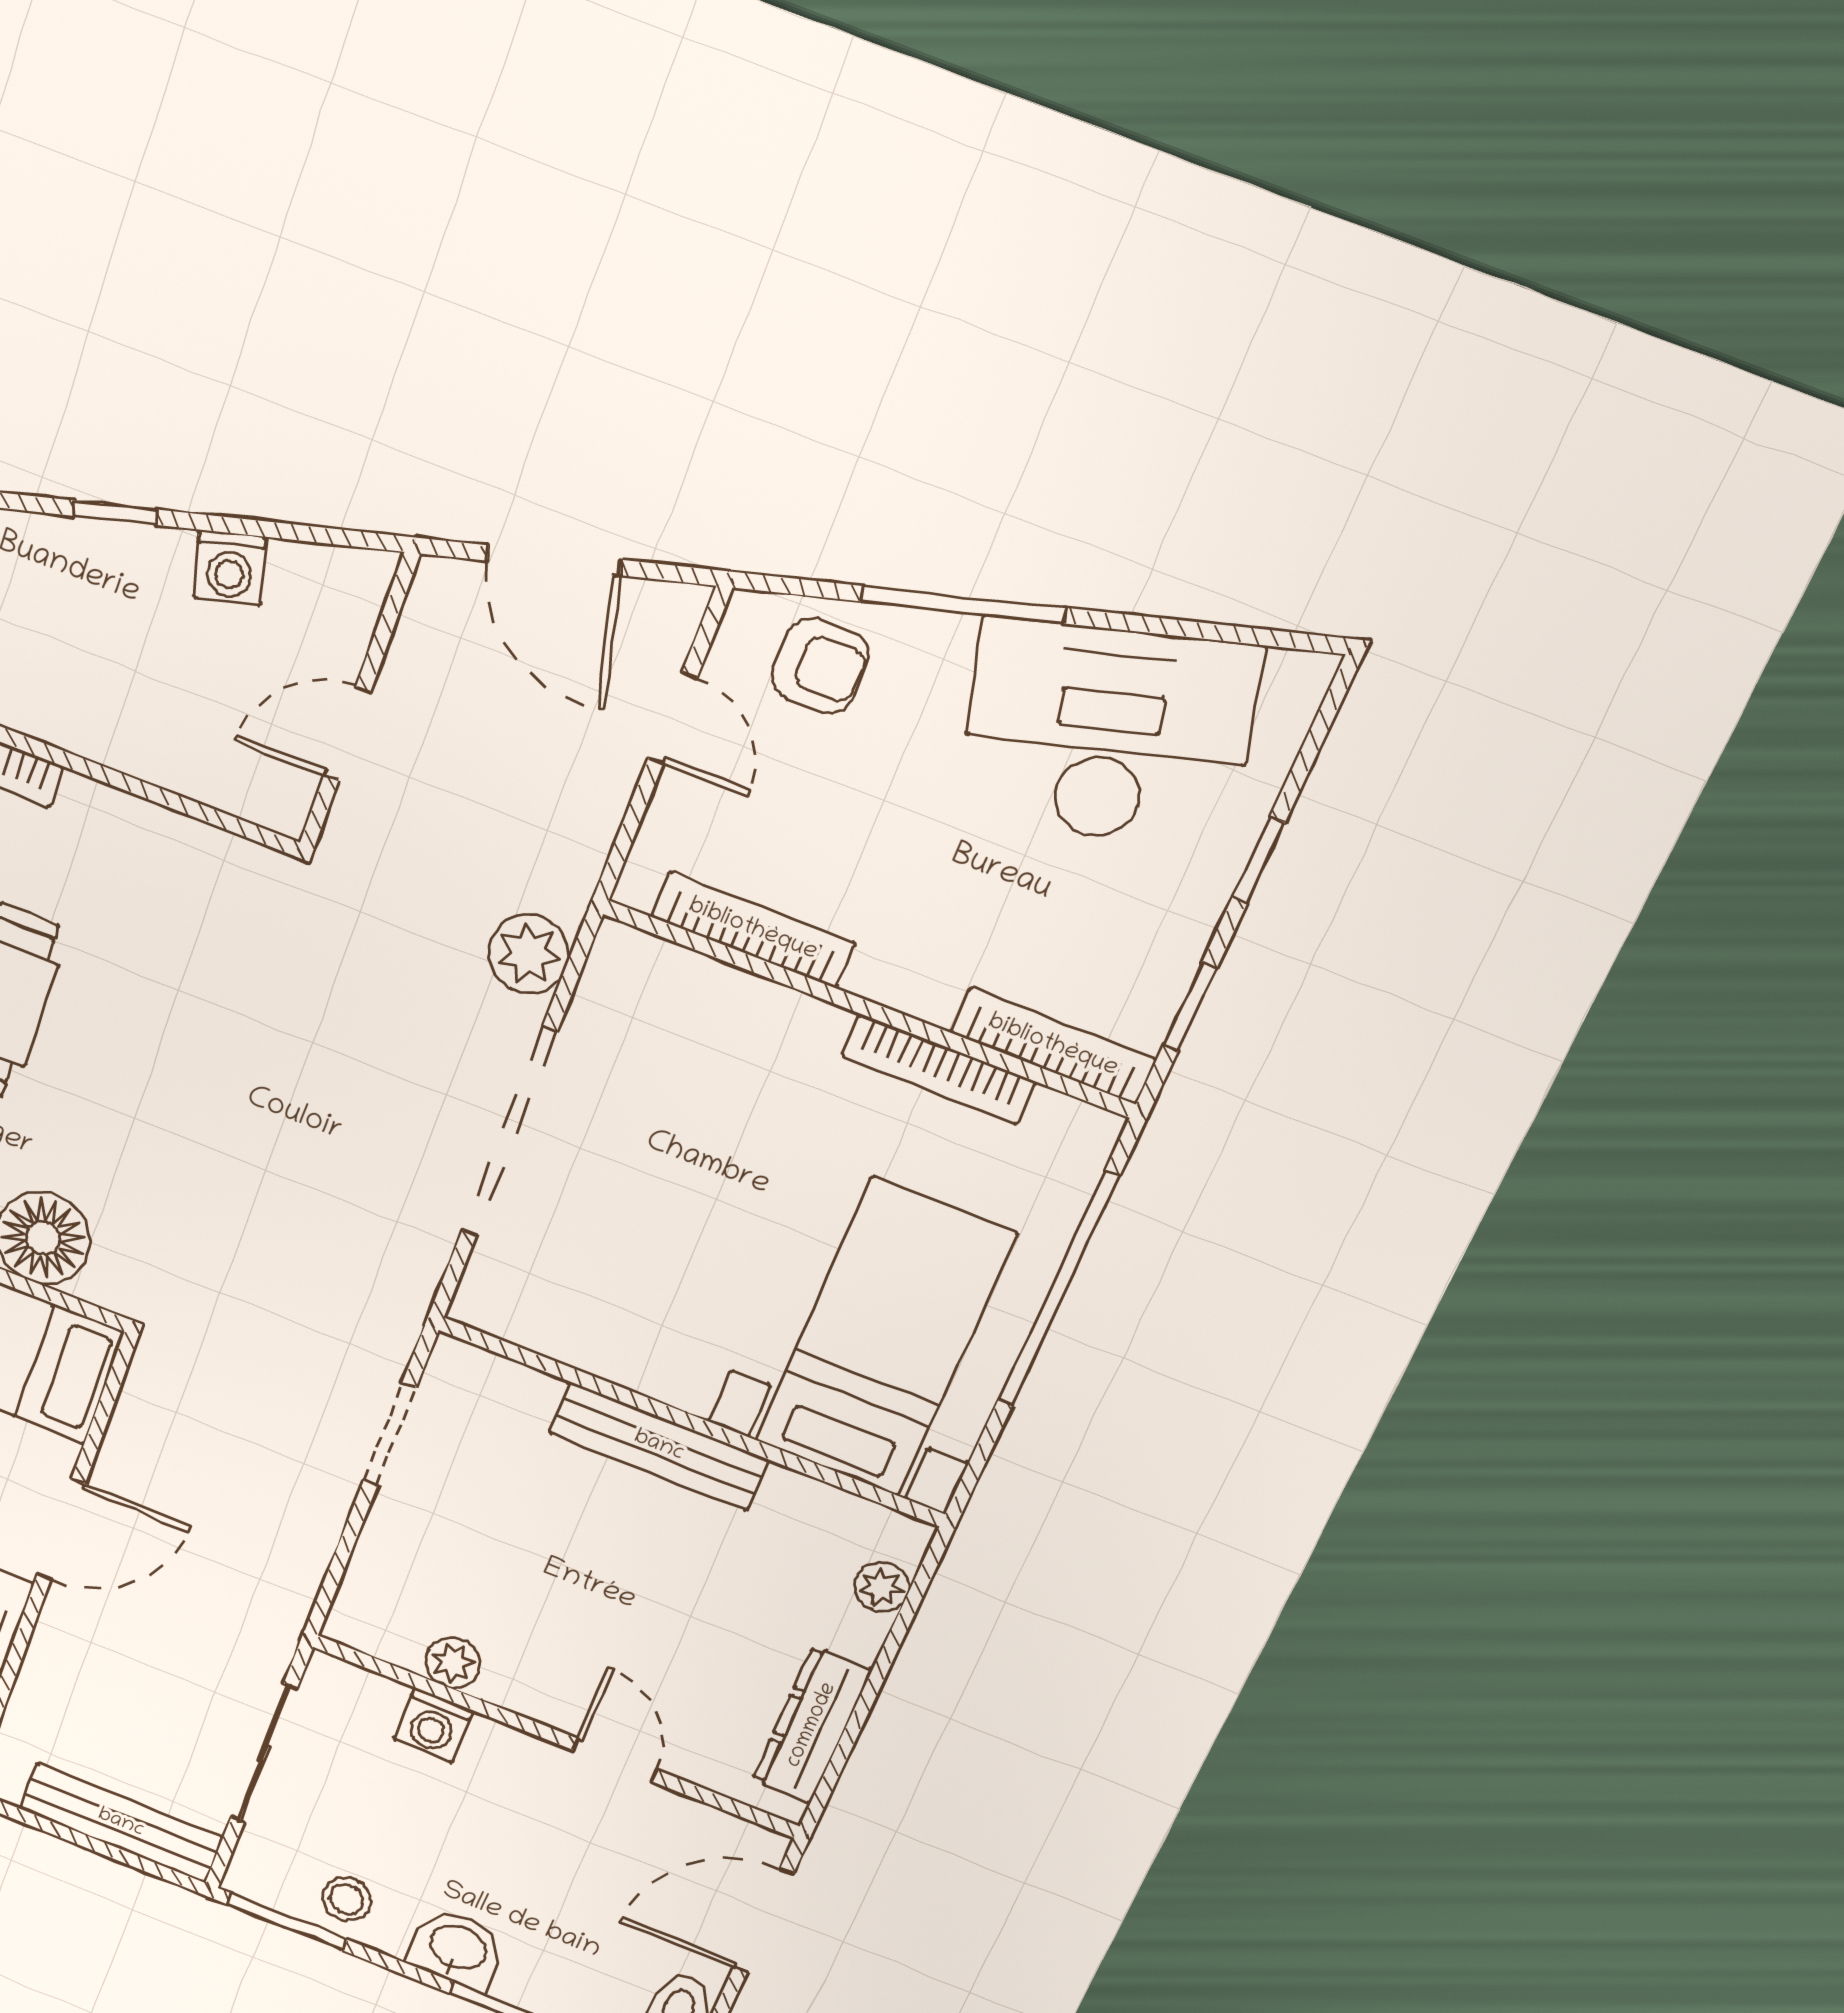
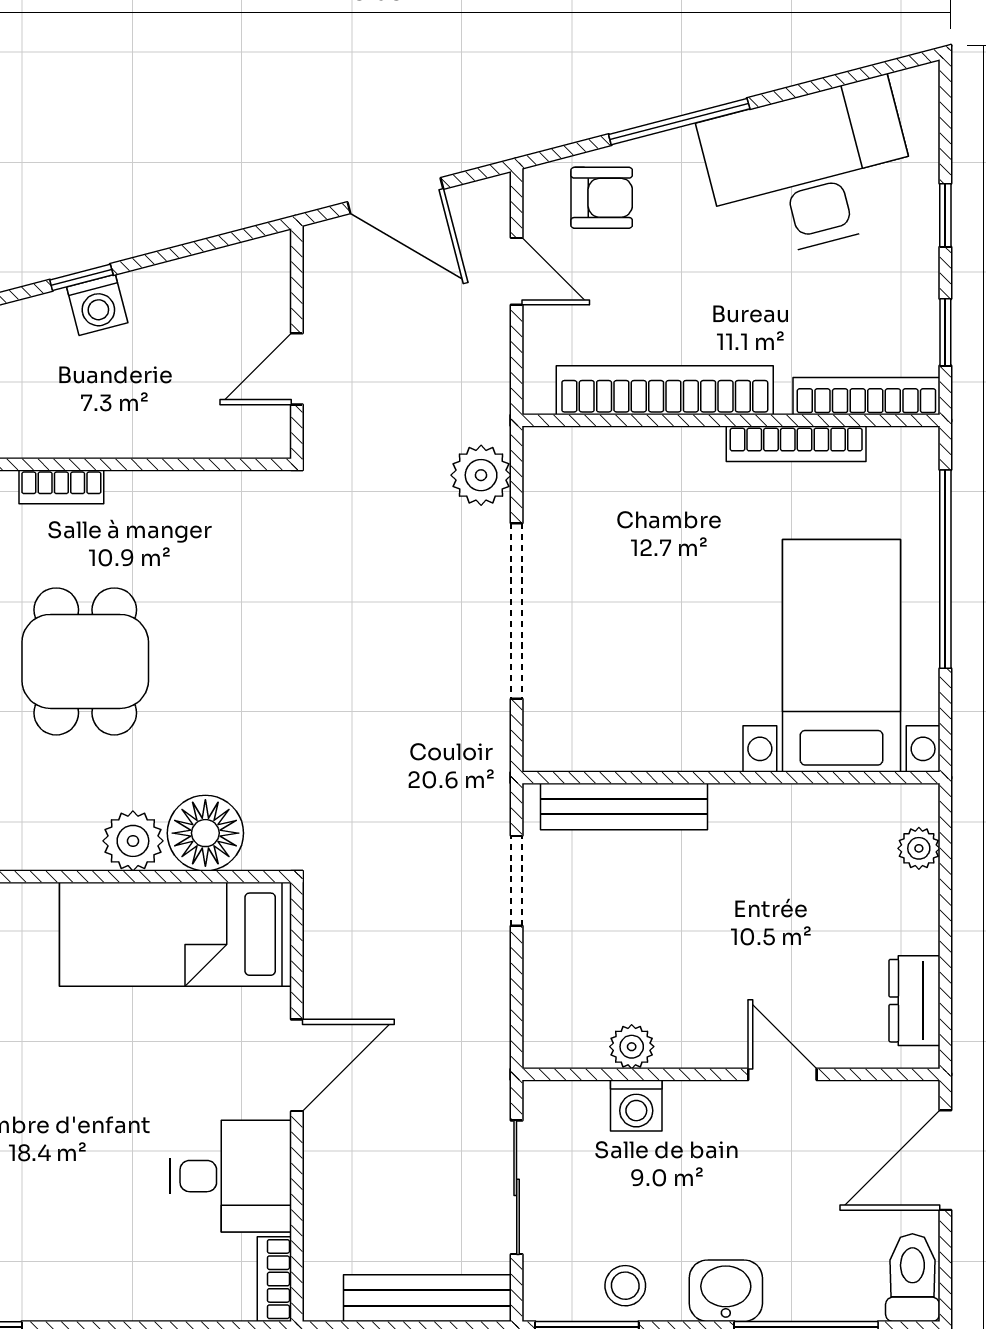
washing machine: (230, 568) -> (97, 305), moved
bookcase: (753, 930) -> (665, 390), width x1.48, depth x1.31
bench: (659, 1446) -> (624, 806), moved
dresser: (812, 1725) -> (914, 1001), width x0.70

